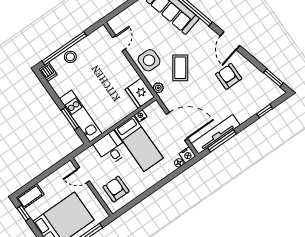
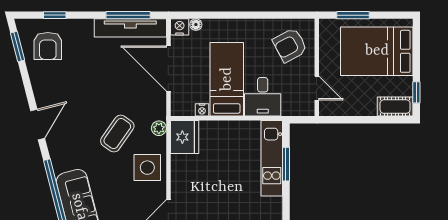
armchair: (229, 76) -> (48, 46), moved
armchair: (116, 189) -> (290, 45), turned 62

